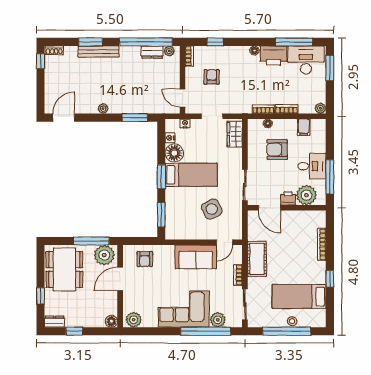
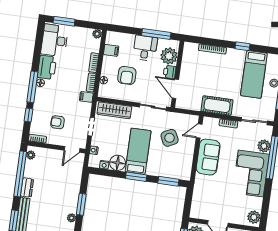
window: (294, 42) -> (32, 87), moved
dresser: (152, 52) -> (27, 188), moved
filing cabinet: (246, 106) -> (86, 97), added
window: (135, 118) -> (81, 204), moved
wardrobe: (235, 134) -> (114, 110), width x1.50
door: (269, 208) -> (175, 89), swing flipped
door: (225, 242) -> (199, 131), swing flipped
armchair: (145, 259) -> (204, 201), removed

